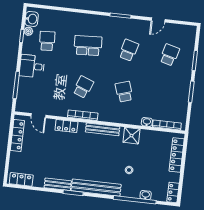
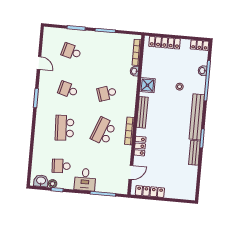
school desk: (83, 87) -> (103, 131), width x1.85
locker: (21, 179) -> (191, 187), removed

